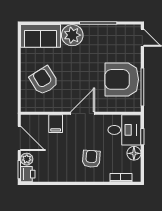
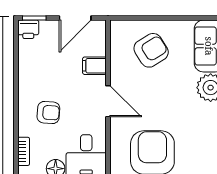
plant: (27, 159) -> (48, 28), removed

